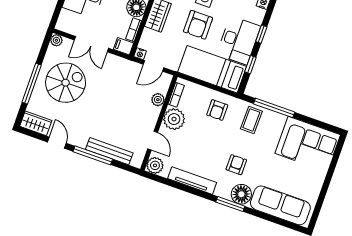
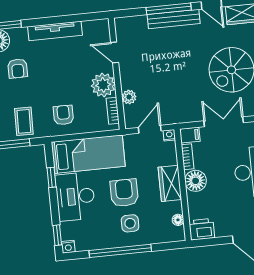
window: (261, 34) -> (57, 235), moved
bench: (109, 151) -> (174, 19), moved
plant: (155, 165) -> (100, 28), removed

